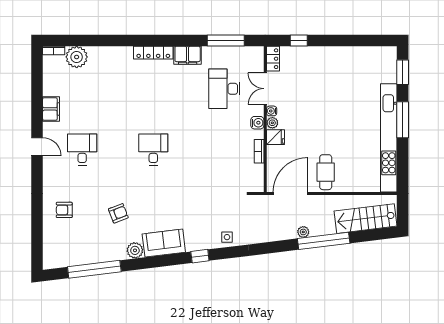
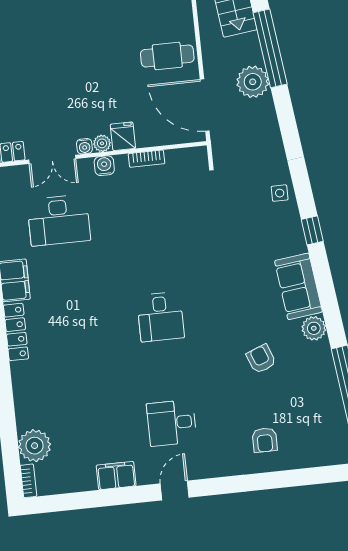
desk: (153, 149) -> (161, 317), turned -90
plant: (303, 232) -> (253, 82), width x1.88, depth x1.88

